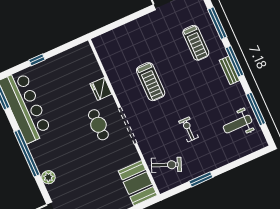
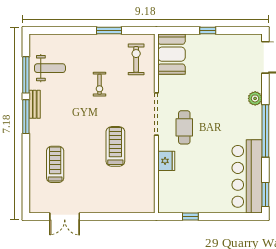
window: (217, 23) -> (26, 174), removed
window: (37, 60) -> (190, 216), moved
window: (234, 61) -> (26, 117), moved
bench: (229, 70) -> (35, 104), moved
exercise bike: (166, 165) -> (136, 59), turned 68

